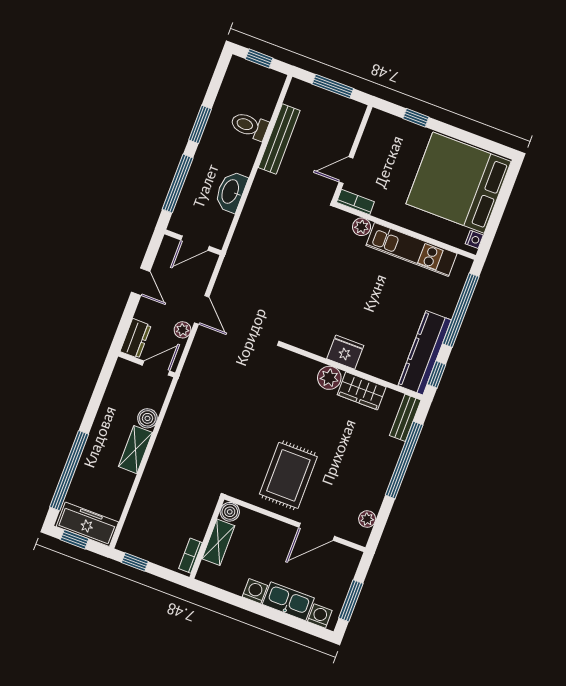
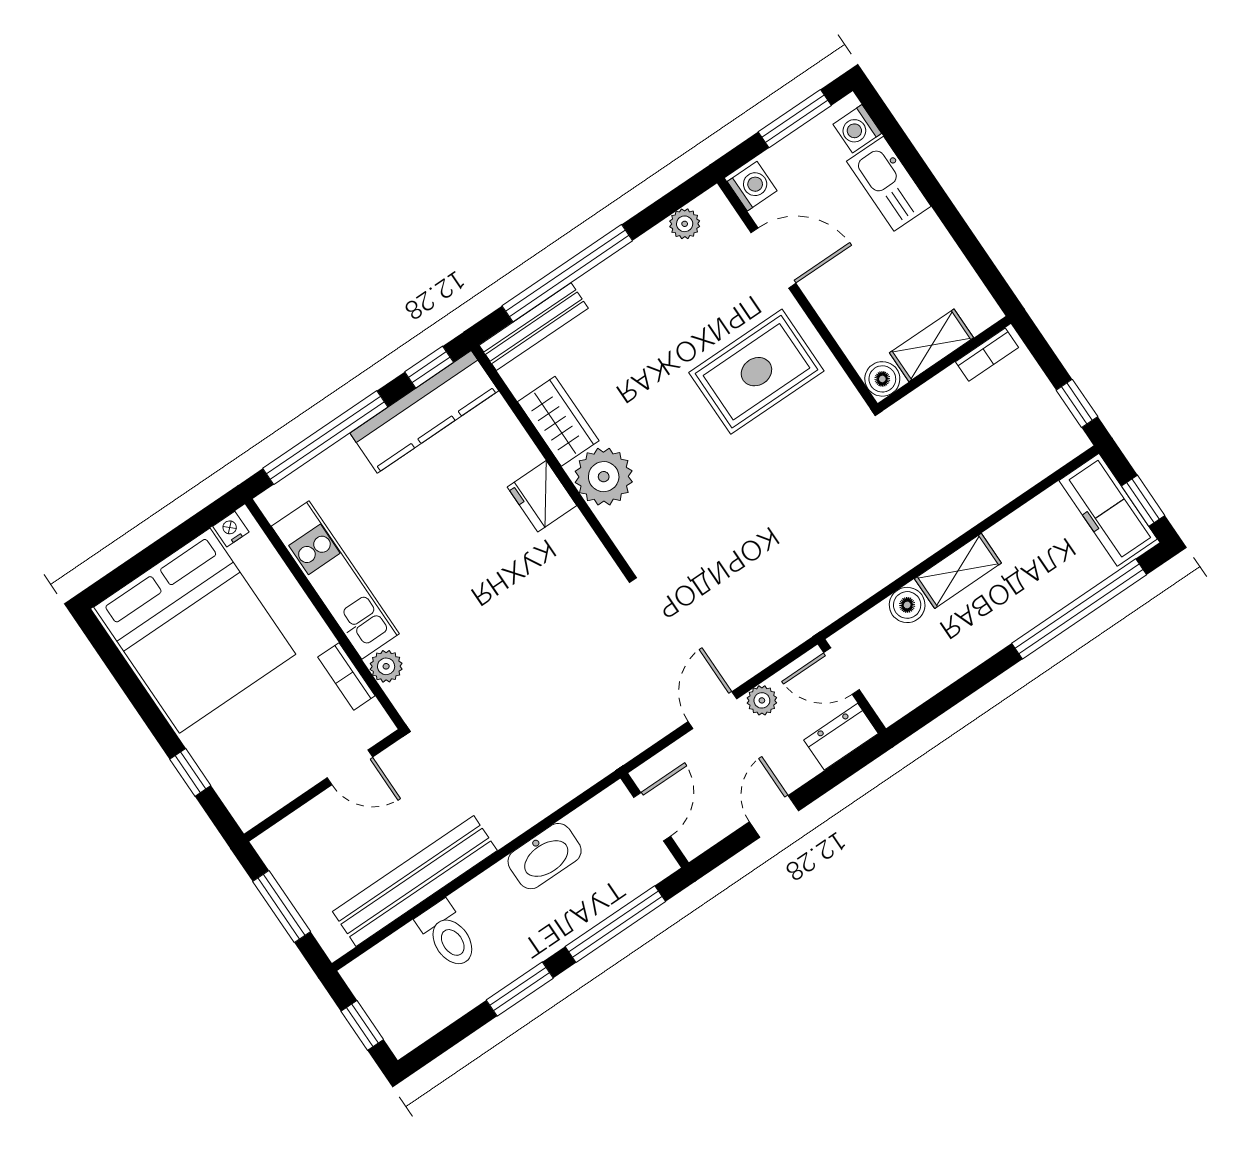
bench: (279, 139) -> (415, 881), width x1.37, depth x1.21
bookcase: (355, 202) -> (346, 676), moved
door: (195, 243) -> (652, 817), hinge flipped
plant: (329, 378) -> (604, 477), width x1.36, depth x1.36
bench: (405, 418) -> (534, 327), width x1.36
washing machine: (255, 591) -> (752, 186), moved, turned 180

